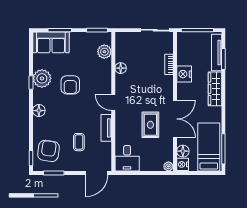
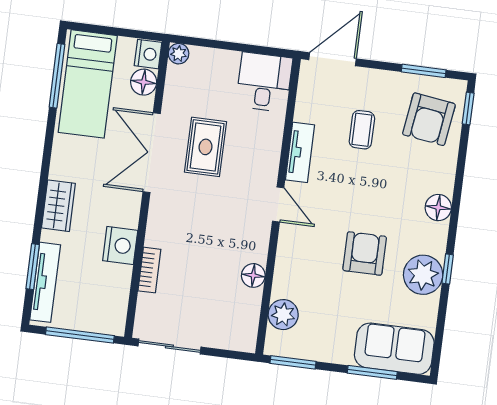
wardrobe: (215, 89) -> (58, 206), width x0.67

